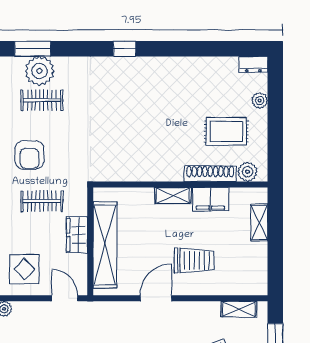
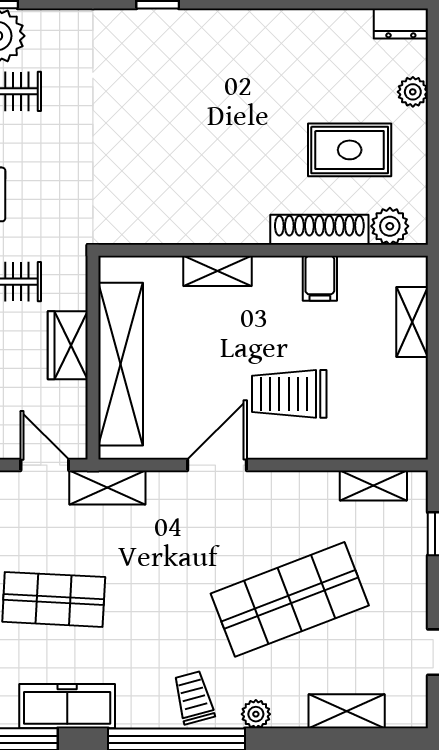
shelving: (173, 195) -> (218, 271), moved
filing cabinet: (210, 199) -> (320, 278), width x0.50
trolley: (194, 261) -> (289, 394), turned 180
shelving: (98, 310) -> (107, 488), added

